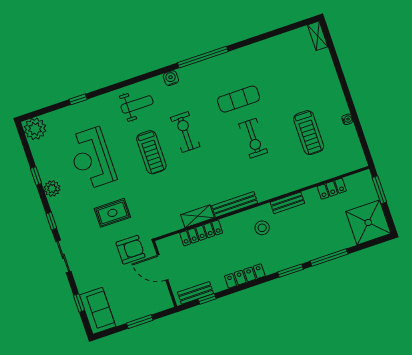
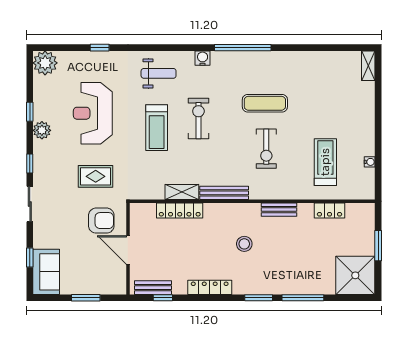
treadmill: (309, 133) -> (325, 162), turned 180
locker: (332, 189) -> (330, 210), moved
wall: (262, 203) -> (252, 201), moved
bench: (287, 203) -> (279, 210), moved
bench: (235, 204) -> (224, 193), moved
shelving: (198, 216) -> (182, 192), moved
locker: (201, 233) -> (180, 210), moved

